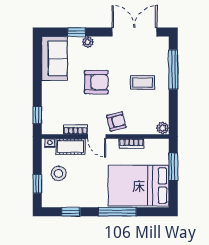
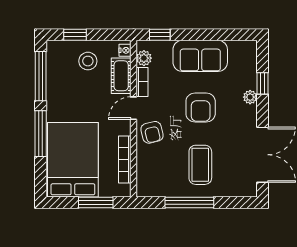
sofa: (54, 58) -> (200, 56), moved
window: (173, 70) -> (189, 203), moved
coffee table: (143, 82) -> (200, 165), width x1.36, depth x1.30
plant: (163, 128) -> (144, 58), moved
bookcase: (131, 144) -> (125, 159), width x1.56
window: (71, 212) -> (41, 76), width x2.17

